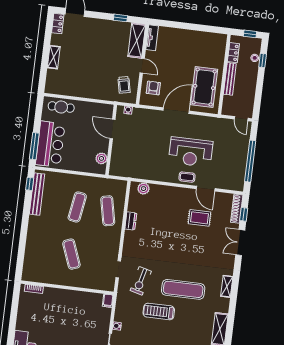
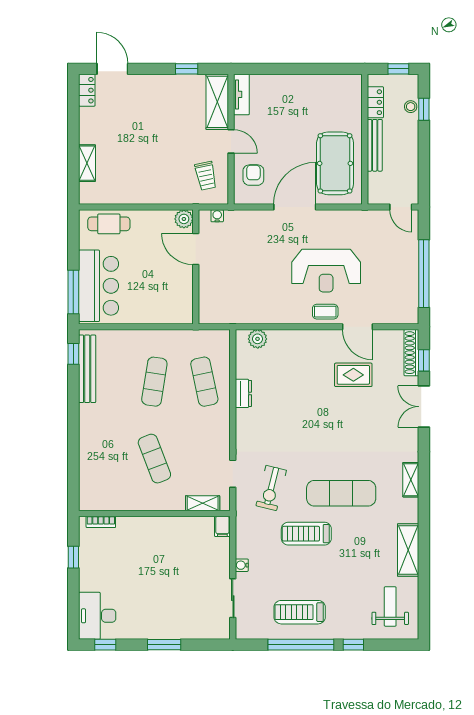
shelving: (54, 57) -> (87, 163), moved
plant: (101, 158) -> (184, 219), moved
shelving: (98, 285) -> (203, 503), added
window: (14, 308) -> (73, 557), added

